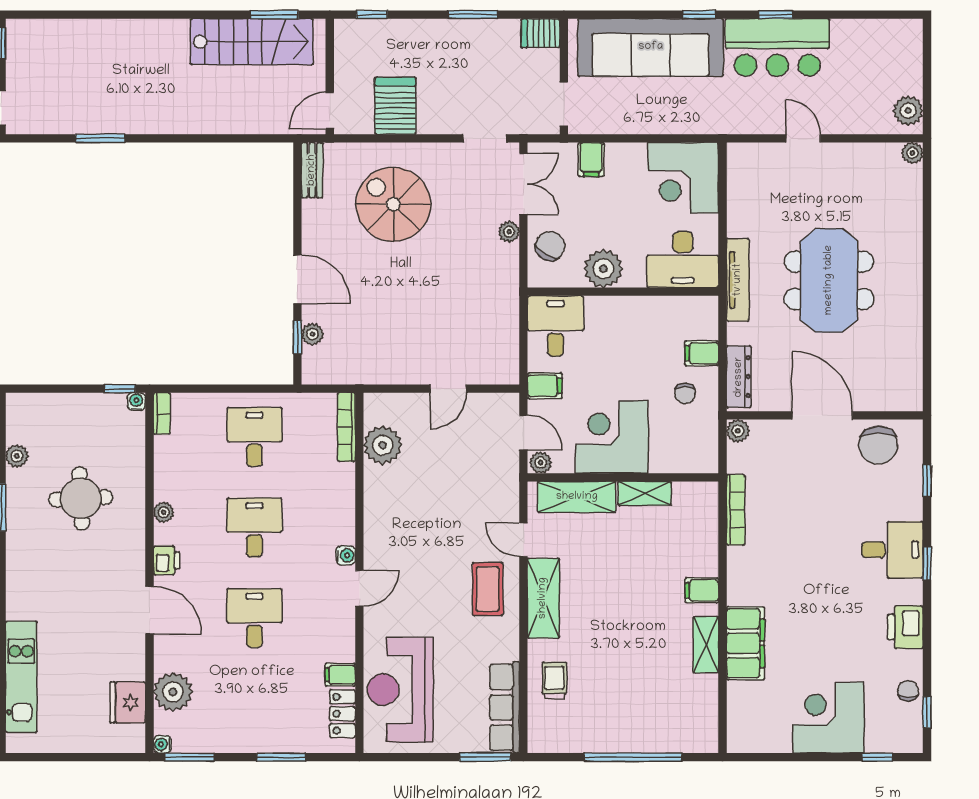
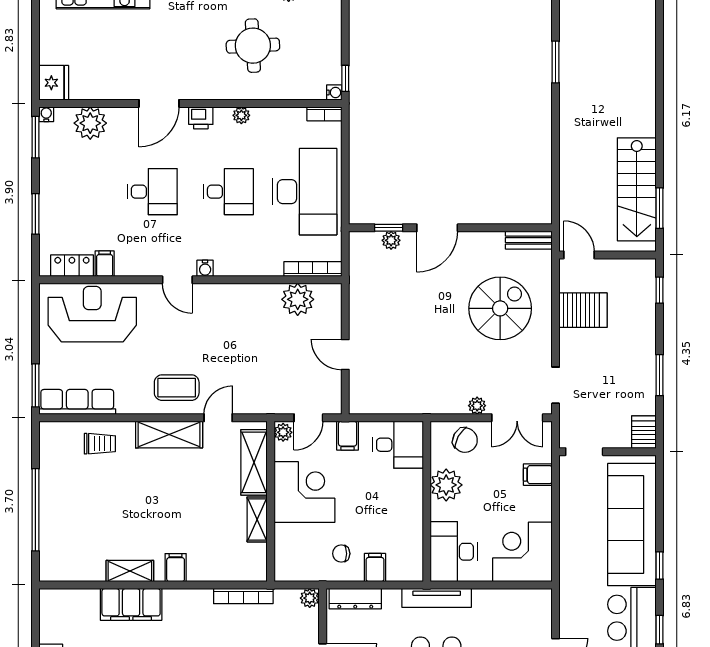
desk: (254, 437) -> (304, 192), width x1.87, depth x1.30
fridge: (128, 703) -> (54, 83), moved, turned 90

